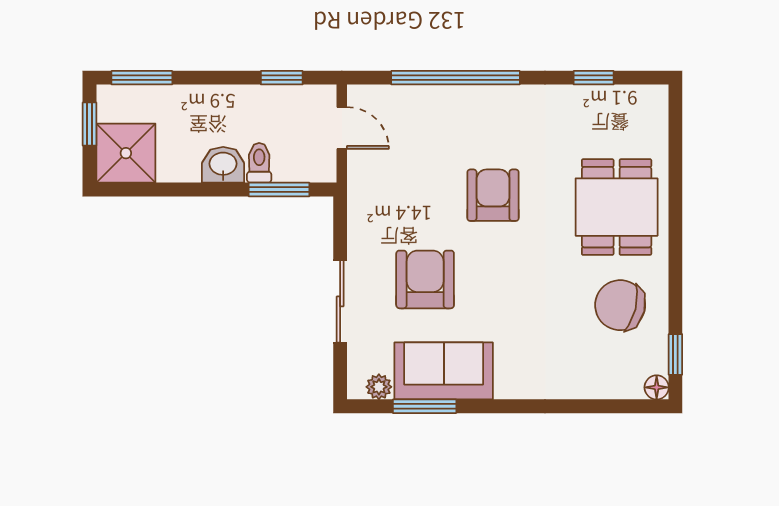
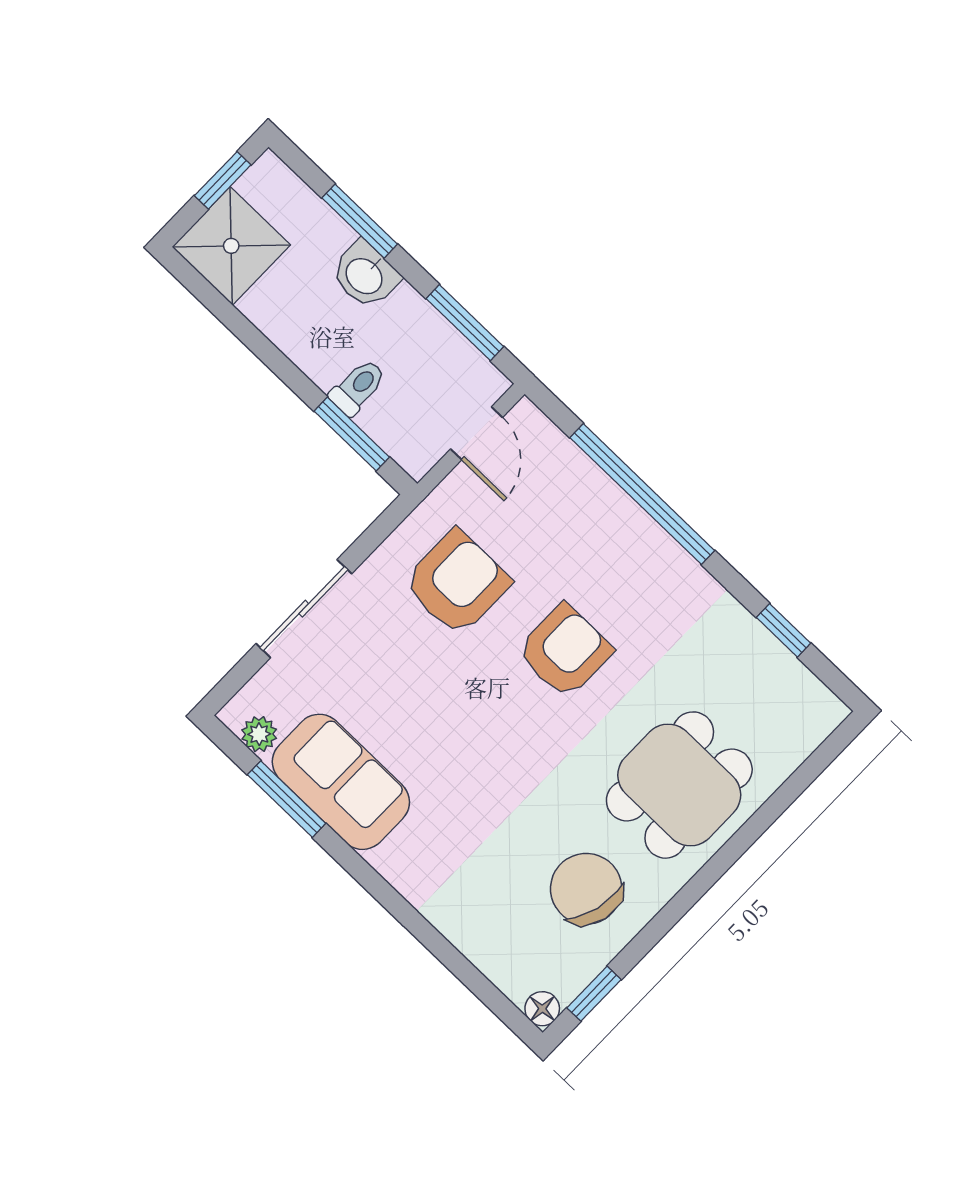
window: (142, 78) -> (360, 221), moved
window: (282, 78) -> (465, 323), width x1.50
washbasin: (223, 165) -> (365, 275), moved, turned 180
armchair: (425, 279) -> (457, 583), moved

